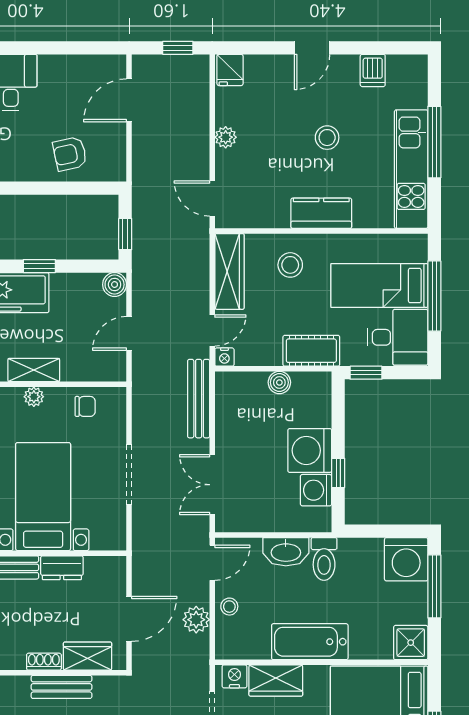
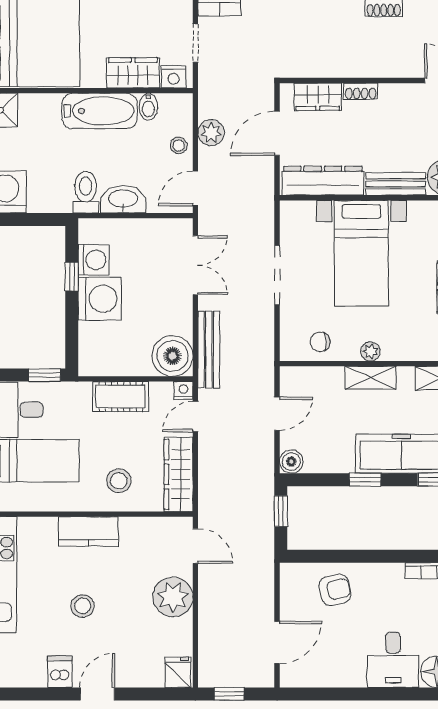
dishwasher: (373, 70) -> (60, 672), moved
plant: (226, 137) -> (173, 597), width x1.88, depth x1.88
cot: (311, 351) -> (121, 397), moved
boiler: (279, 382) -> (172, 356), moved, width x1.86, depth x1.86
dresser: (62, 568) -> (323, 181), width x1.96, depth x1.24
bidet: (260, 646) -> (148, 107), added
bench: (61, 687) -> (343, 67), removed

